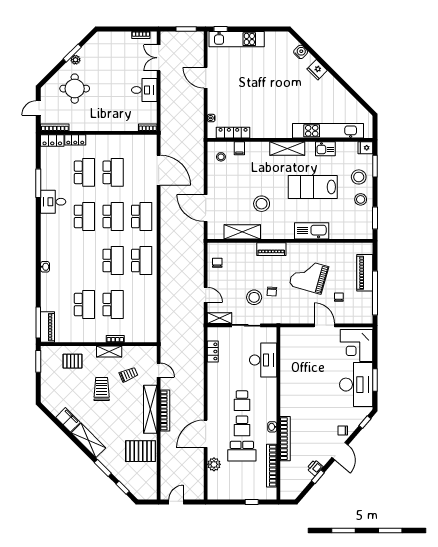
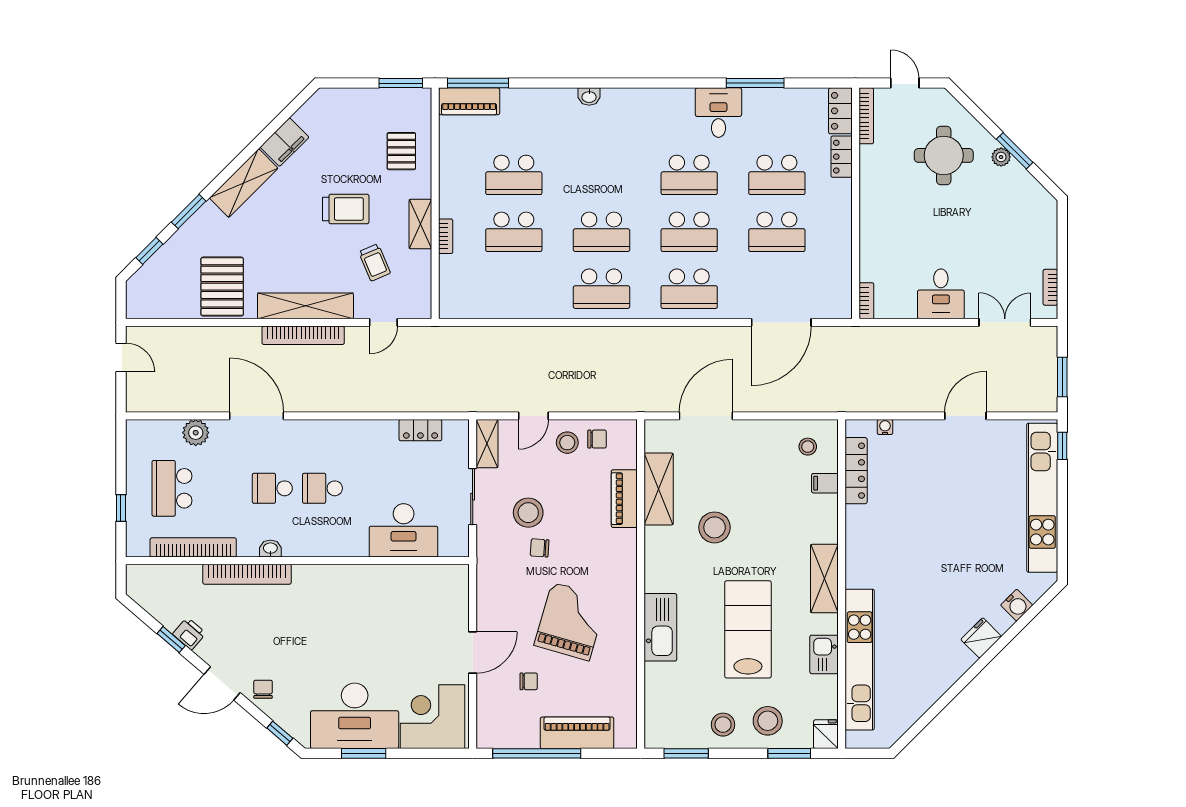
kitchen unit: (237, 39) -> (1042, 498), width x1.36
piano: (271, 249) -> (624, 499), moved
stool: (219, 278) -> (567, 443), added
school desk: (242, 451) -> (172, 488), moved

